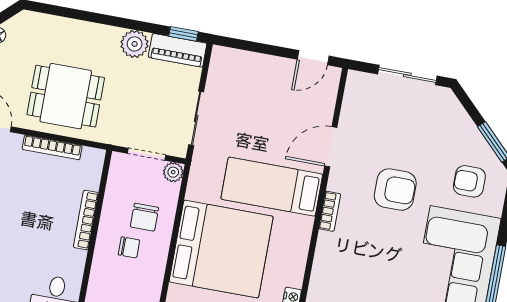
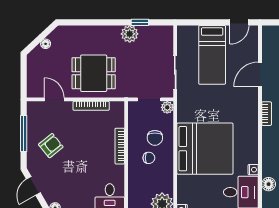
window: (183, 34) -> (140, 22), moved
piano: (178, 50) -> (156, 33), removed
bed: (272, 187) -> (212, 55), moved, turned -90

